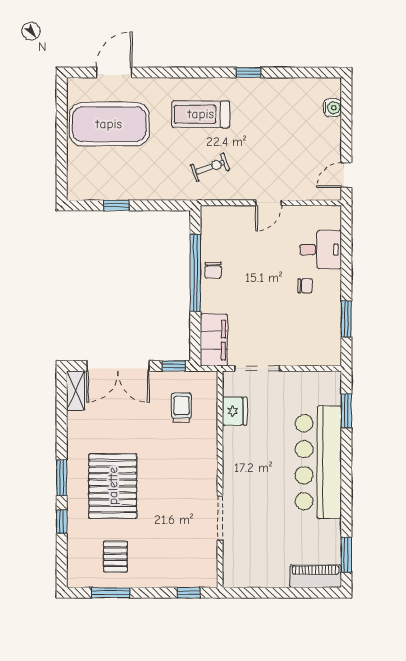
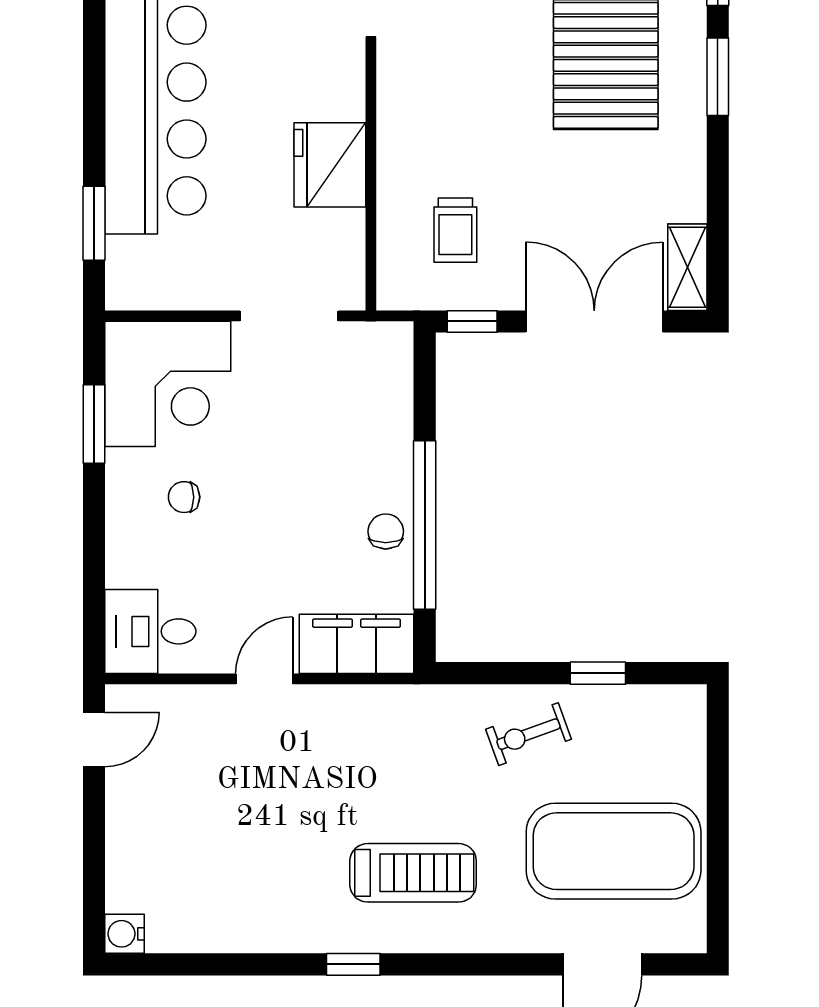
window: (248, 72) -> (353, 964), moved
water cooler: (332, 108) -> (125, 934), moved
exercise bike: (210, 167) -> (528, 734), moved
desk: (321, 250) -> (150, 631), moved
corner desk: (313, 338) -> (168, 384), added
filing cabinet: (214, 340) -> (357, 644), moved, turned 90
fridge: (235, 411) -> (330, 165), moved, width x1.36, depth x1.34

